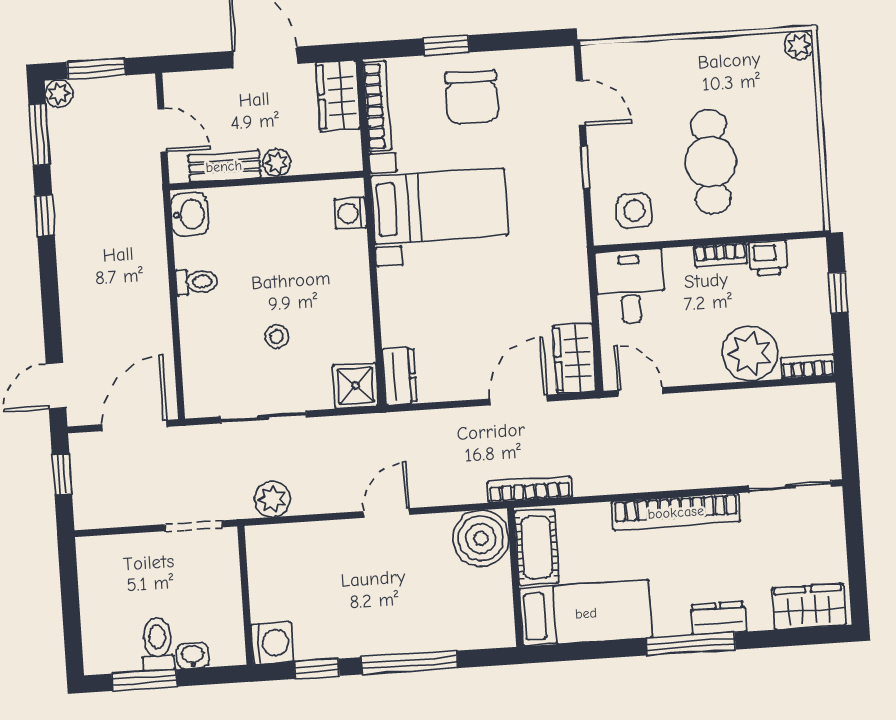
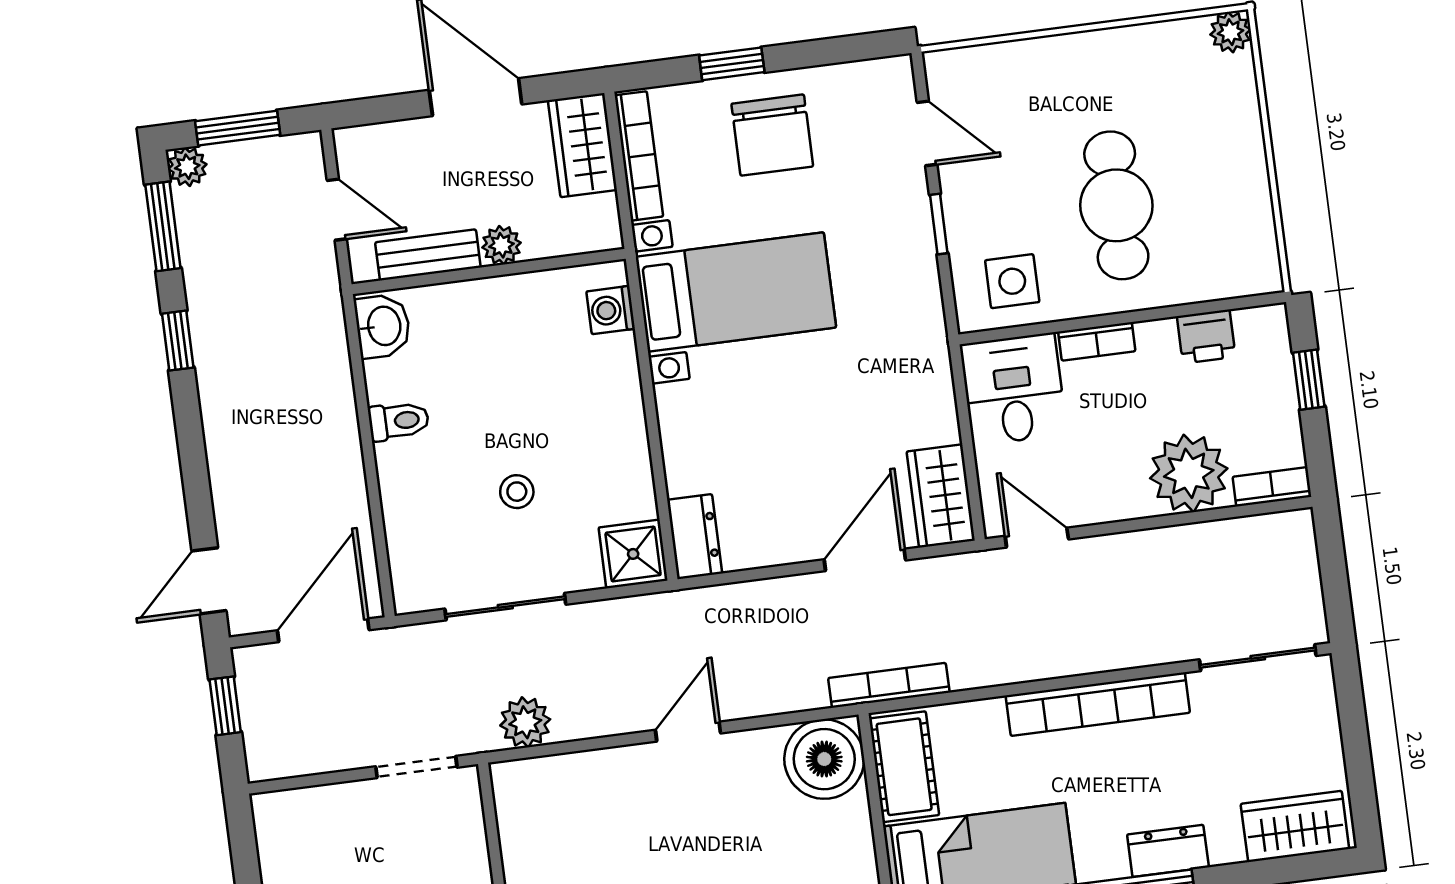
bookcase: (720, 255) -> (1097, 341), moved

